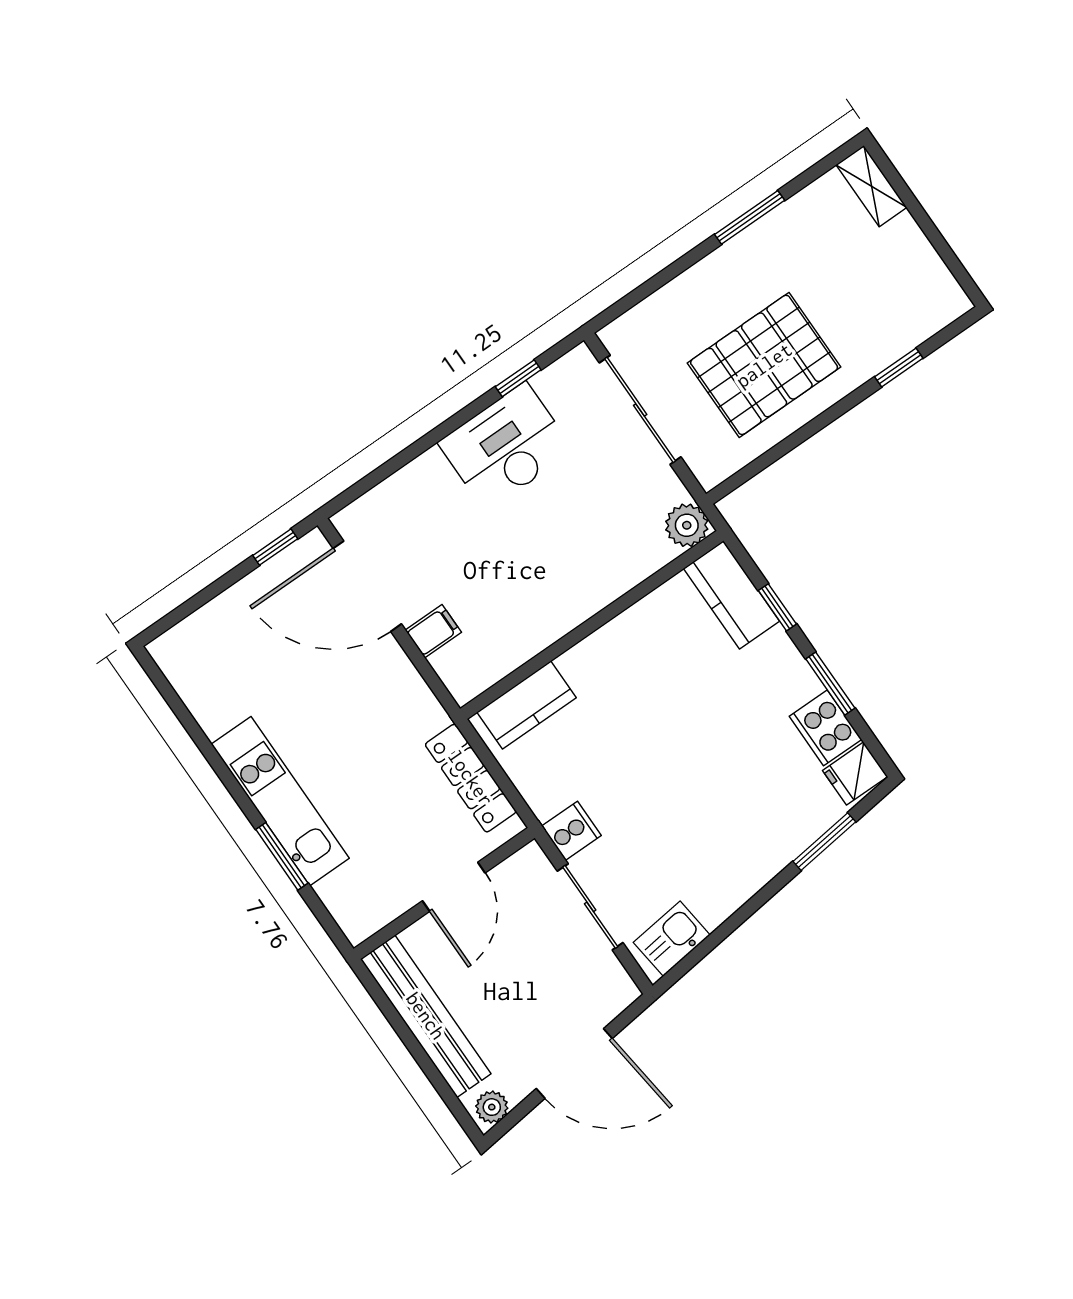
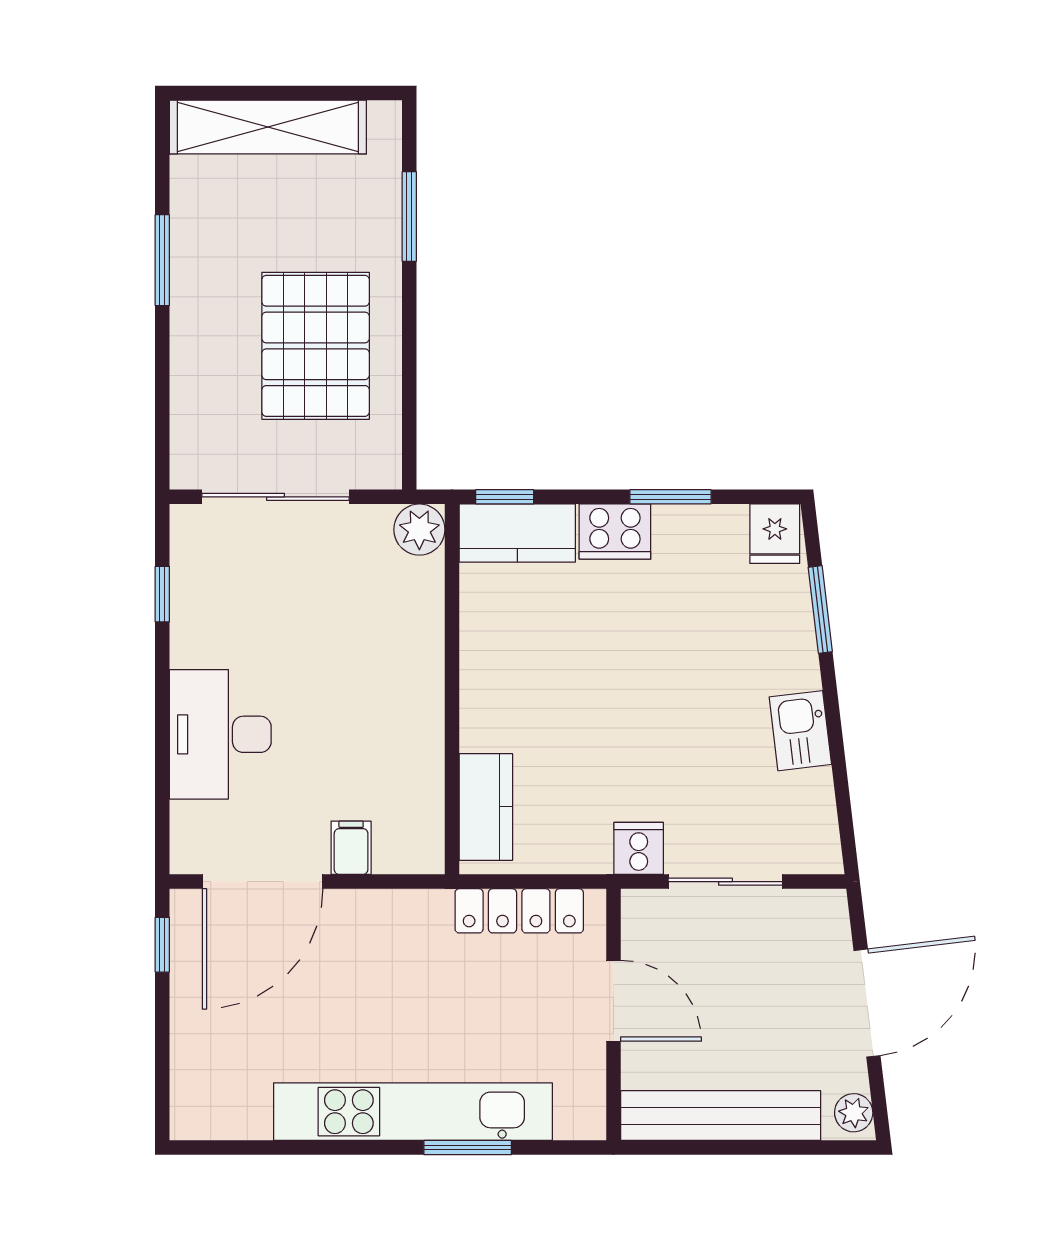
shelving: (871, 186) -> (268, 127), width x2.20, depth x1.33
window: (899, 368) -> (409, 216), width x1.50
desk: (506, 446) -> (220, 734), moved
window: (777, 607) -> (505, 497), moved
cooker: (825, 728) -> (615, 532), moved
kitchen unit: (280, 801) -> (413, 1112), width x1.36
kitchen sink: (672, 939) -> (800, 731), moved

